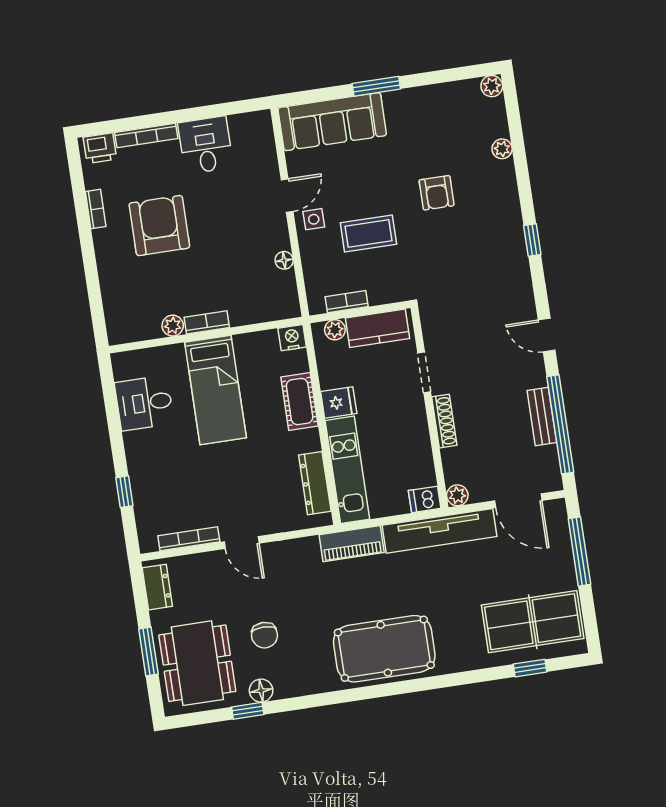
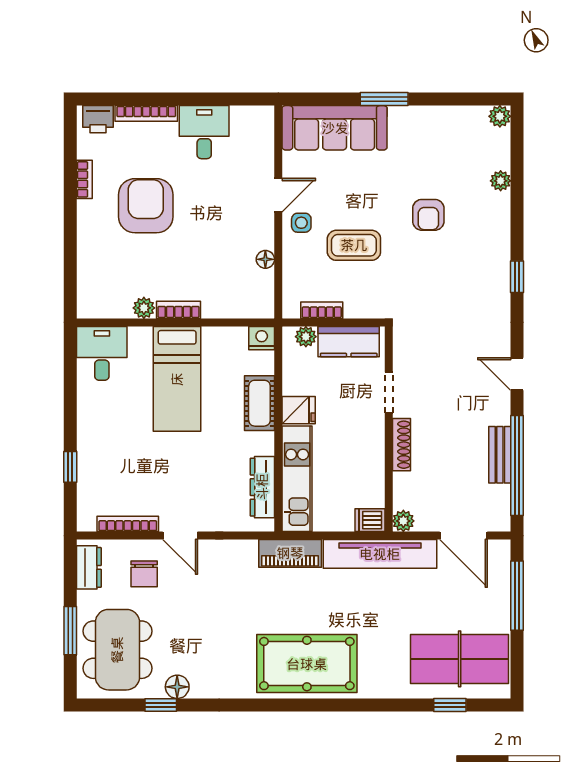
desk: (144, 403) -> (102, 353), moved, turned 90
chair: (264, 635) -> (144, 574), moved

